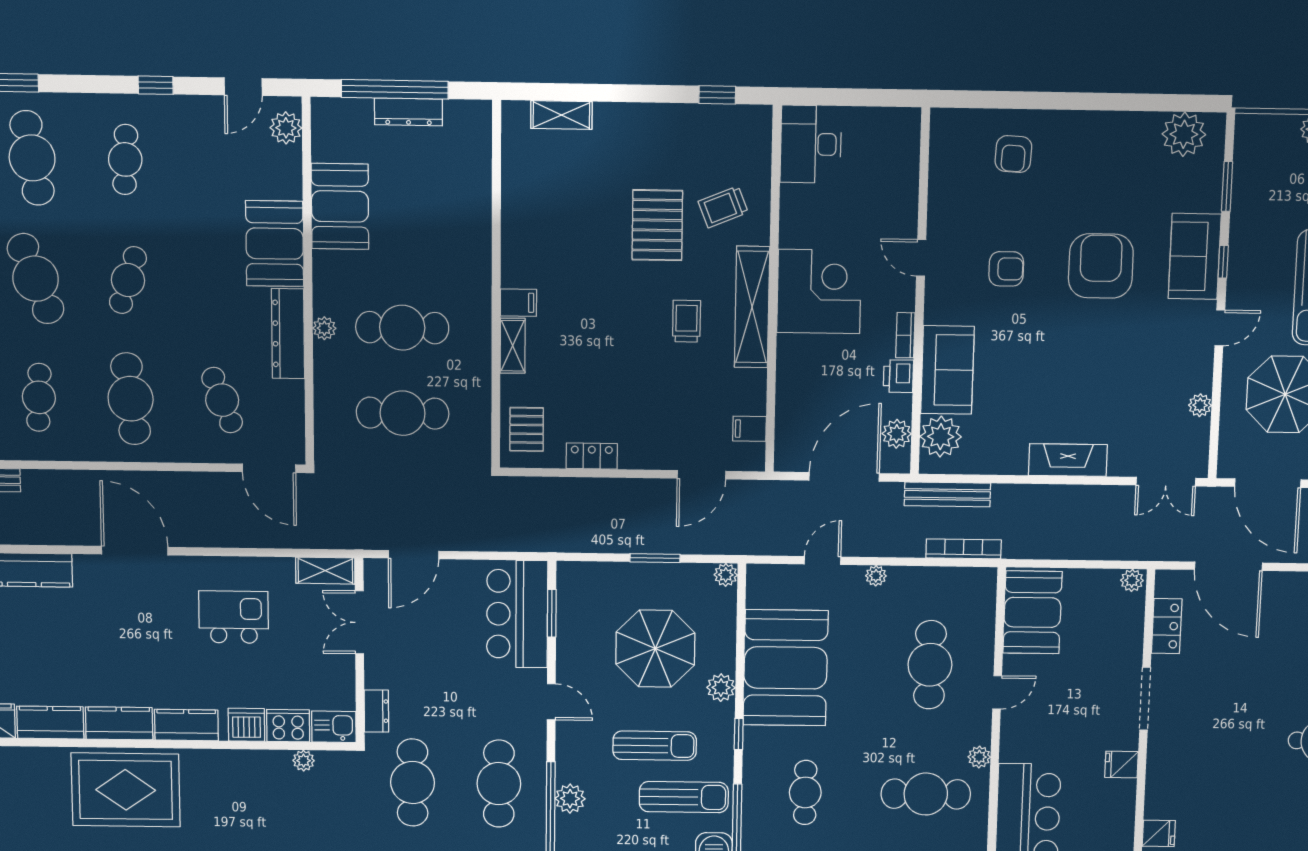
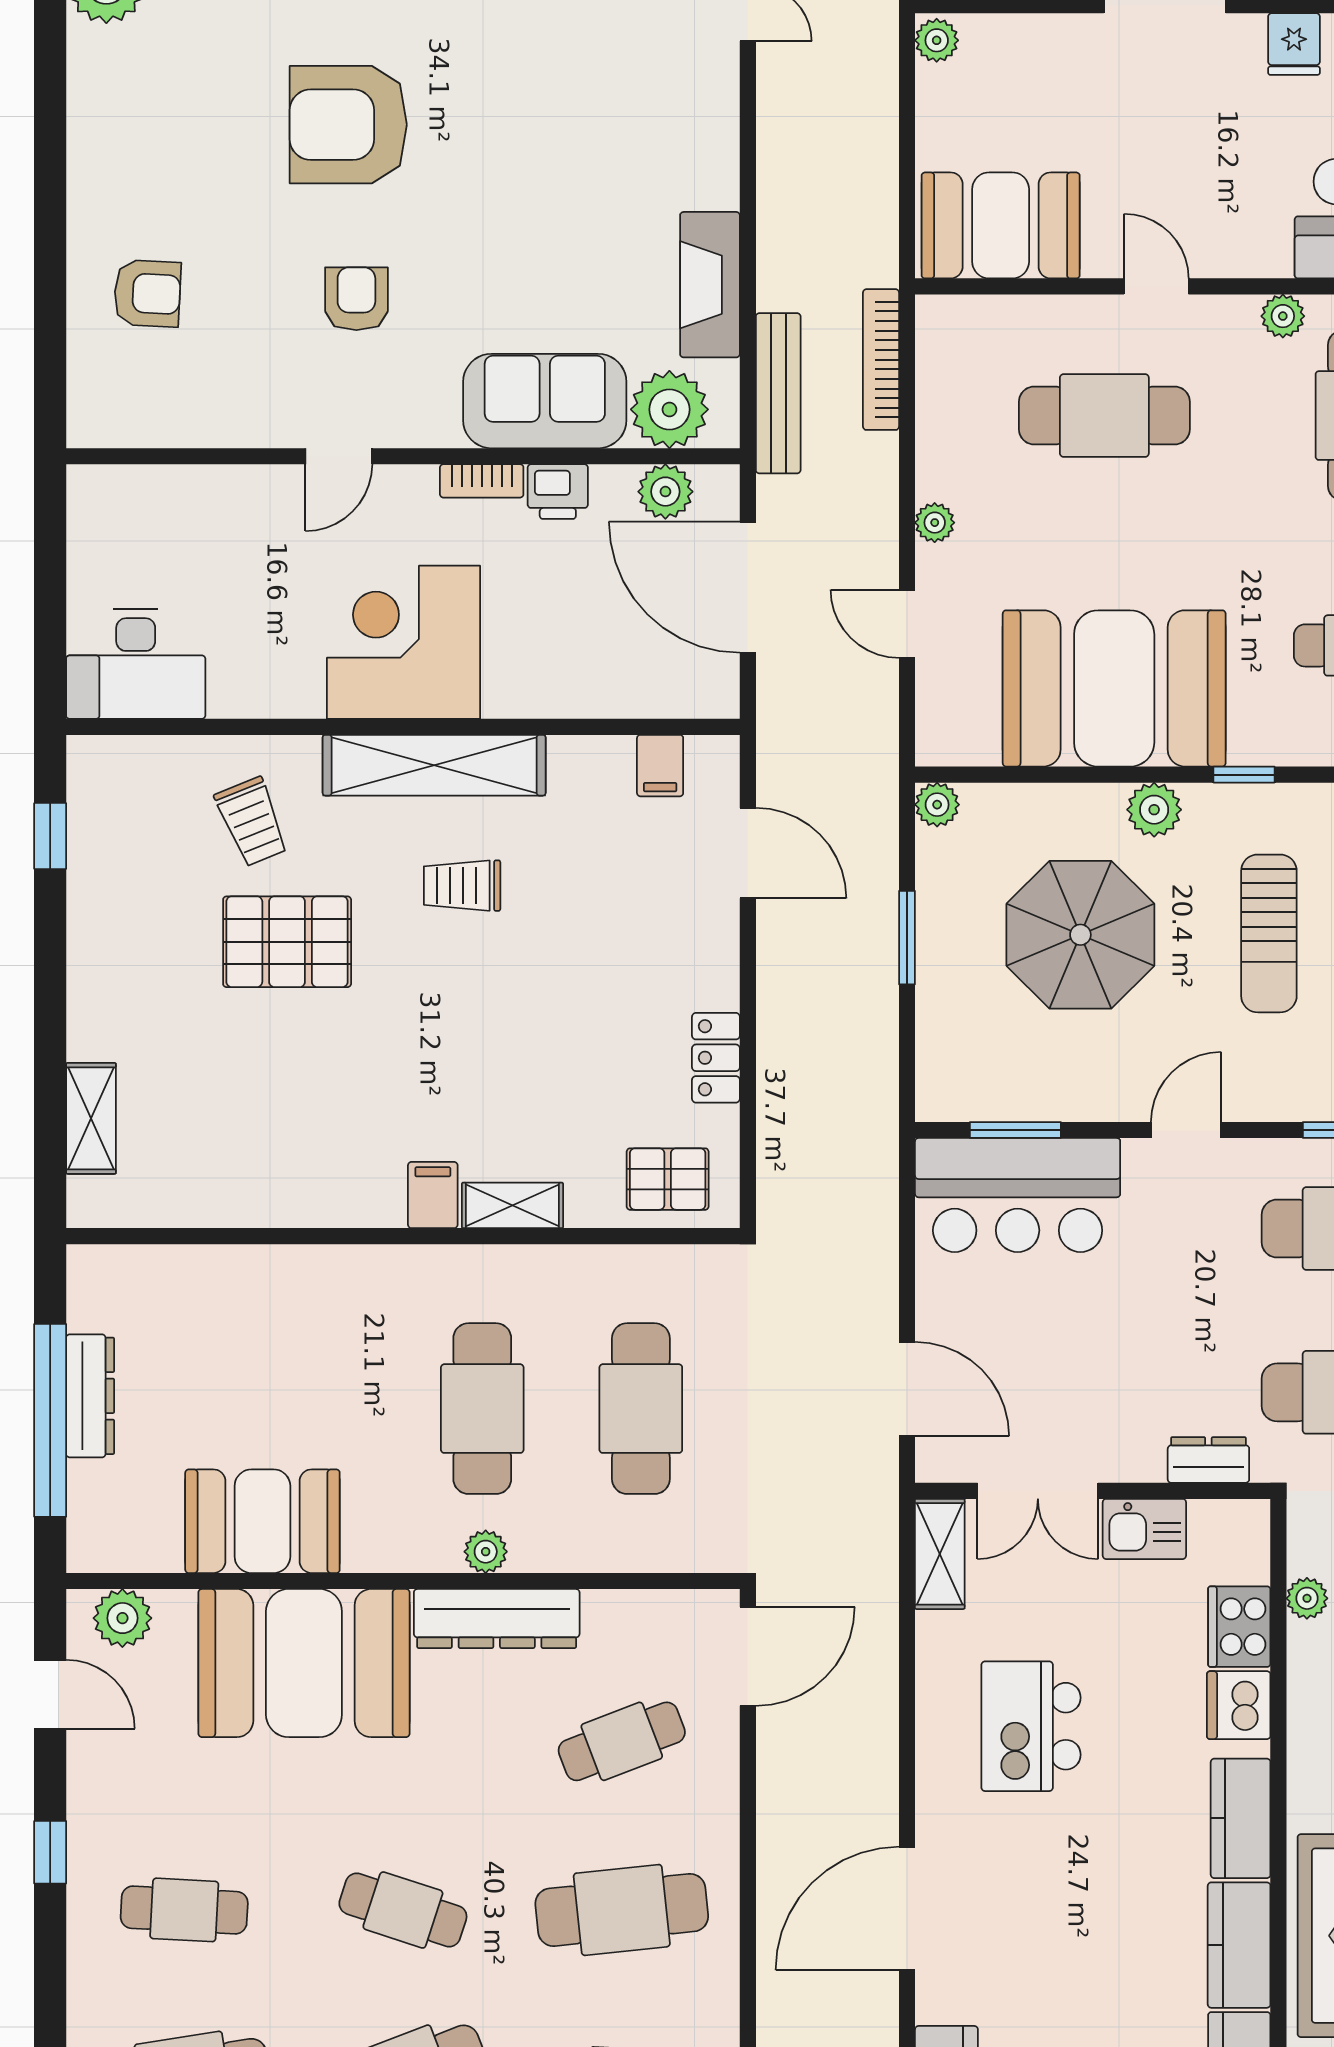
booth: (275, 244) -> (304, 1663), width x1.36, depth x1.42
fireplace: (1068, 460) -> (710, 285), moved
kitchen sink: (334, 727) -> (1144, 1529), moved, turned -90
sun lounger: (655, 746) -> (1269, 933), turned 180

